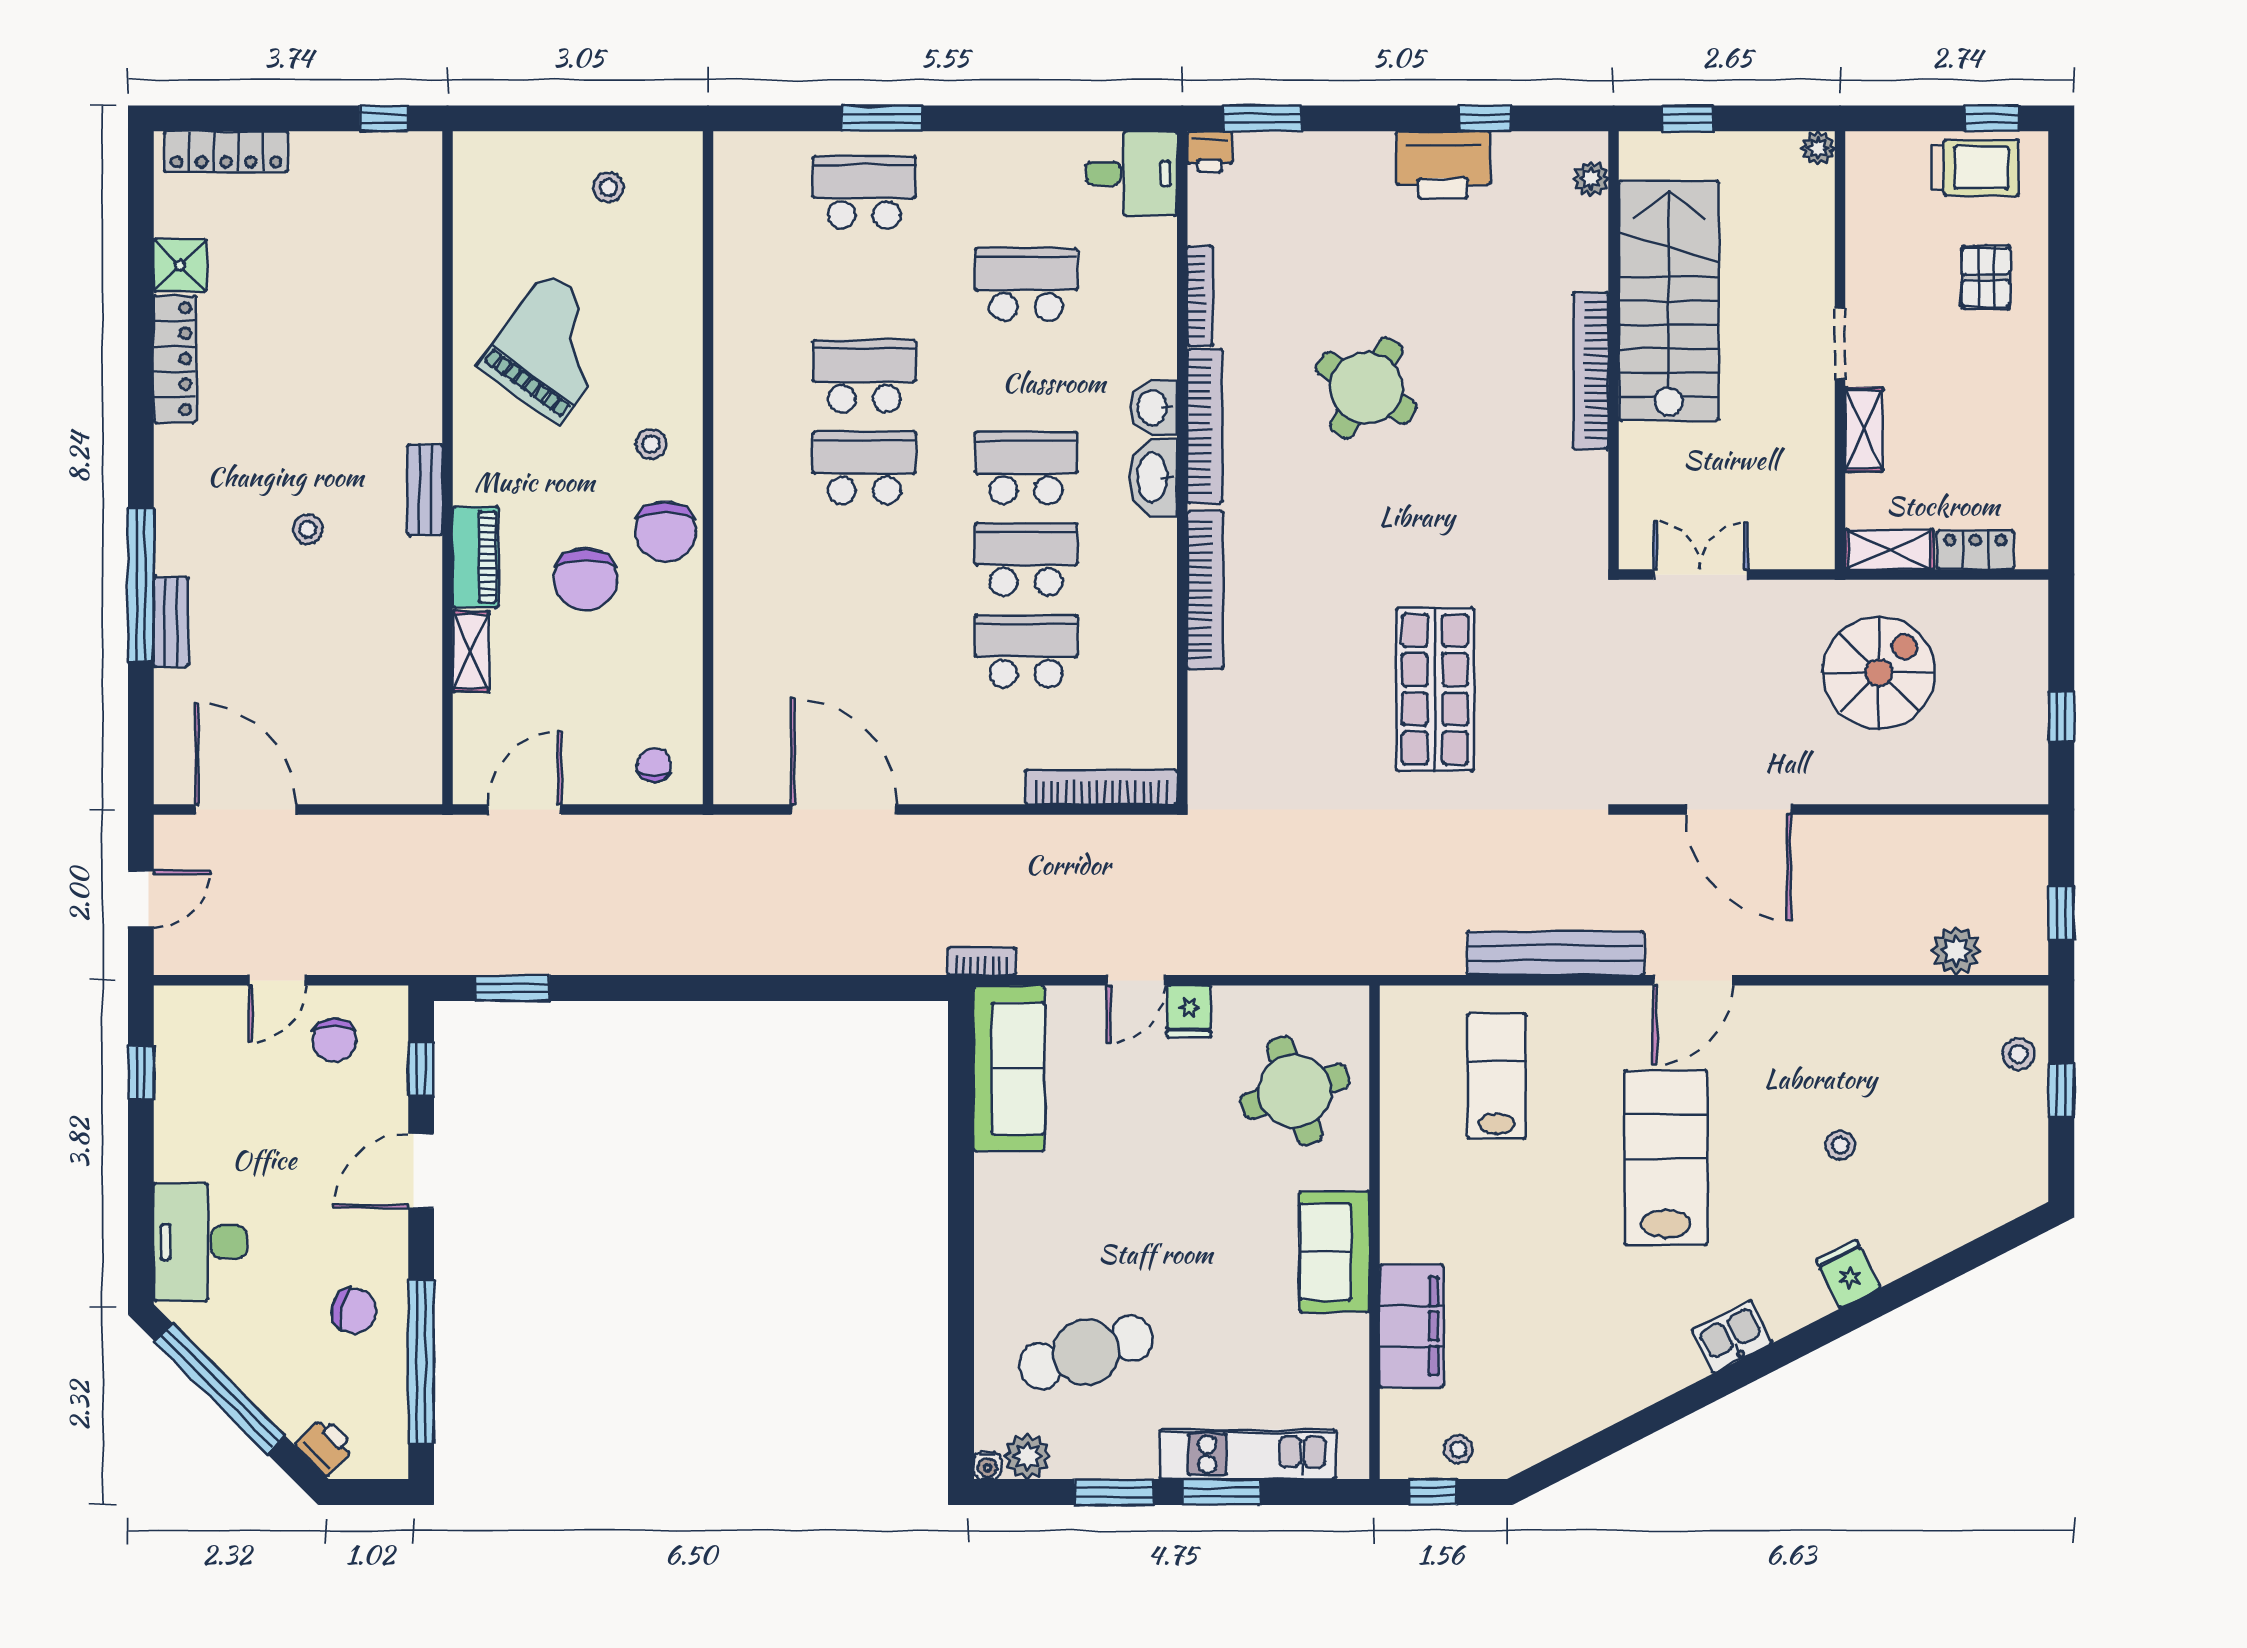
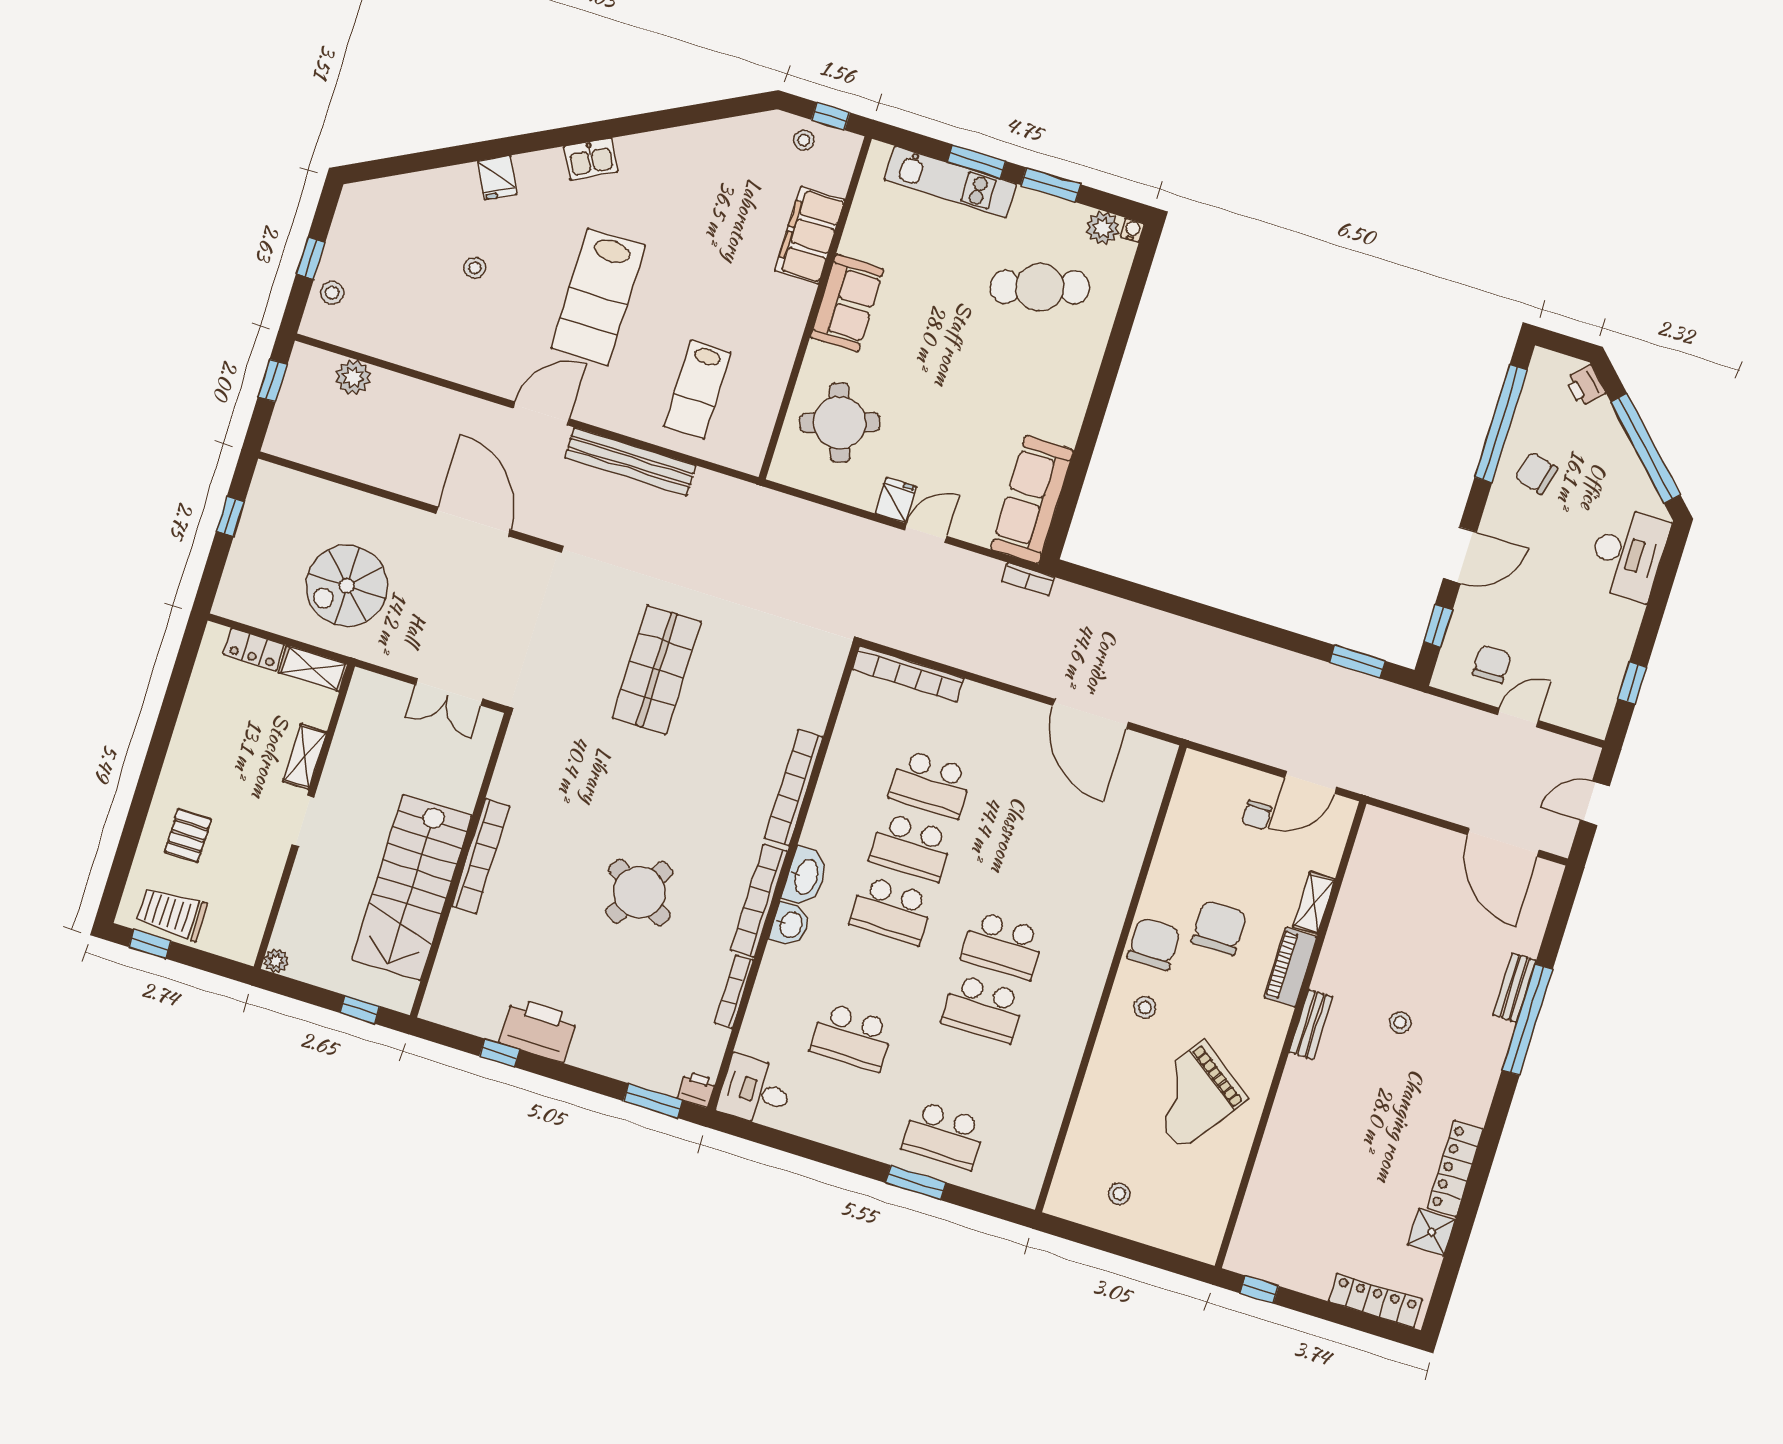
plant: (1591, 179) -> (439, 988), removed
chair: (654, 765) -> (1257, 815), moved

